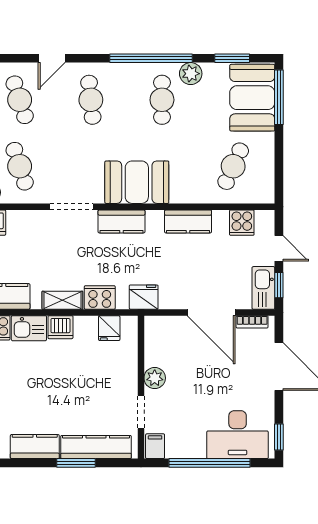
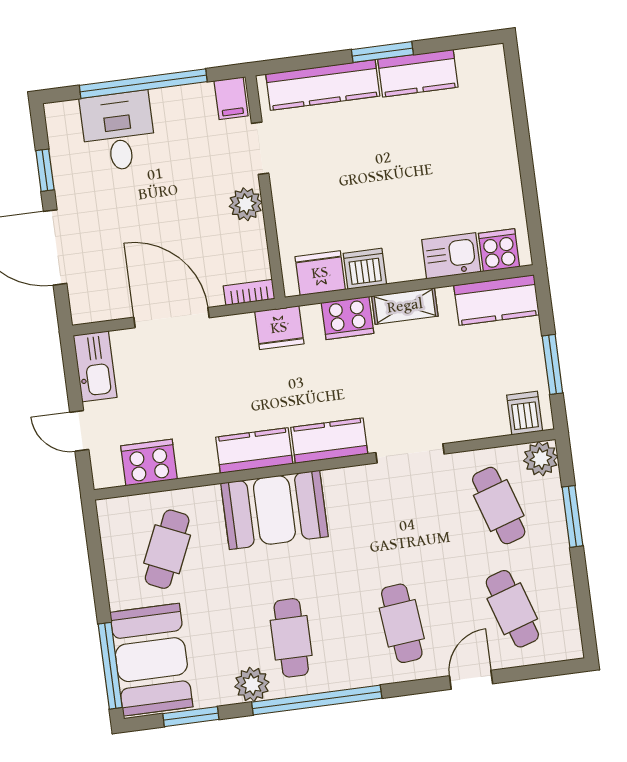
booth: (137, 182) -> (274, 510), moved
kitchen counter: (188, 221) -> (254, 451), moved
cooker: (242, 223) -> (149, 462), width x1.36
window: (279, 285) -> (72, 374), removed
bookcase: (252, 322) -> (249, 292), moved
dishwasher: (60, 327) -> (365, 269), moved
fridge: (109, 328) -> (320, 273), width x1.38
desk: (238, 435) -> (118, 131), width x0.73
window: (279, 437) -> (45, 170), moved
window: (76, 463) -> (382, 52), moved

